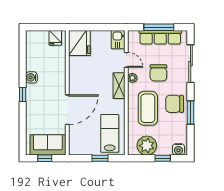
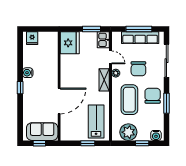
window: (104, 27) -> (91, 29), added
fridge: (55, 38) -> (32, 38), moved
chair: (175, 104) -> (153, 96), turned 90

